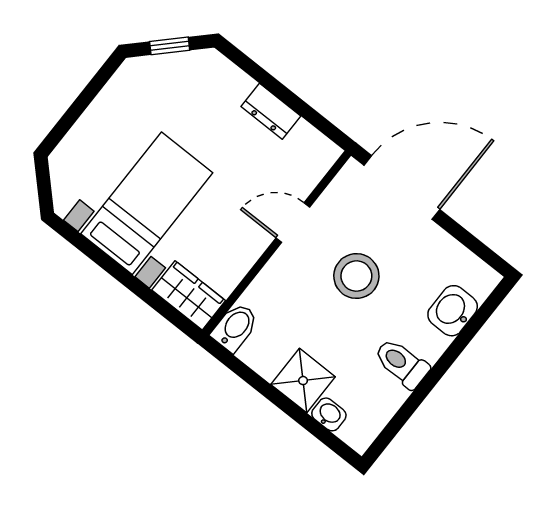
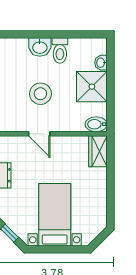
bed with nightstands: (147, 203) -> (55, 215), moved, turned 90
washbasin: (453, 311) -> (40, 47), moved
shower: (303, 381) -> (92, 87), width x1.36, depth x1.36

